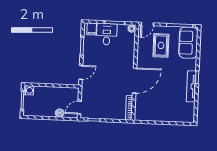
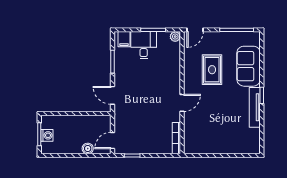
sofa: (188, 43) -> (249, 66), moved
rug: (161, 45) -> (212, 70), moved
door: (81, 72) -> (113, 95), swing flipped
door: (135, 81) -> (182, 103), width x0.53
washing machine: (29, 90) -> (47, 135), moved

